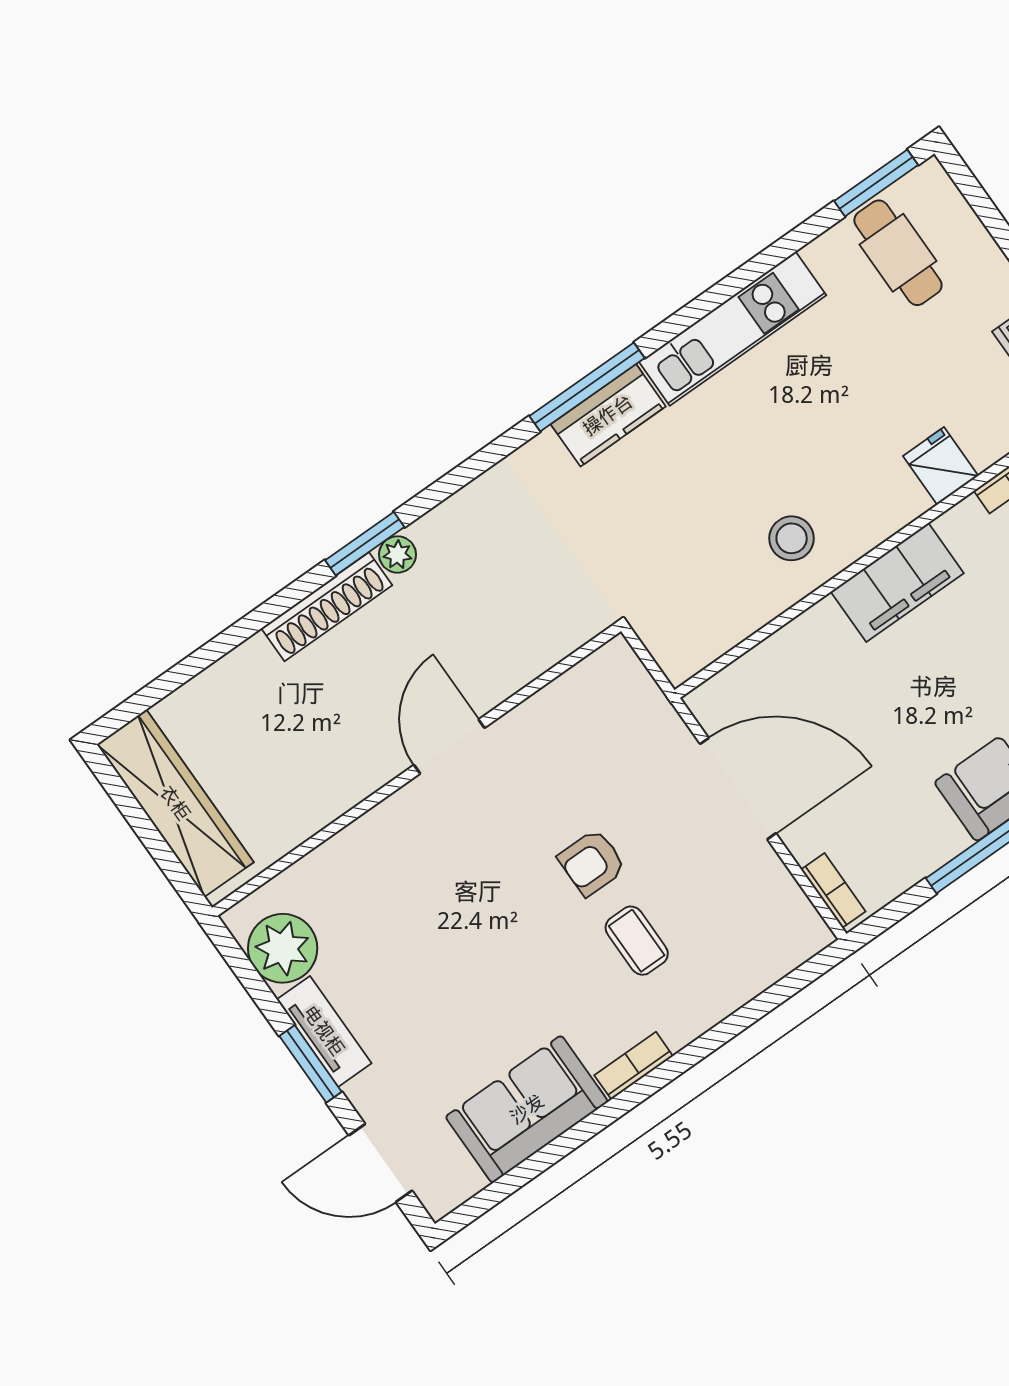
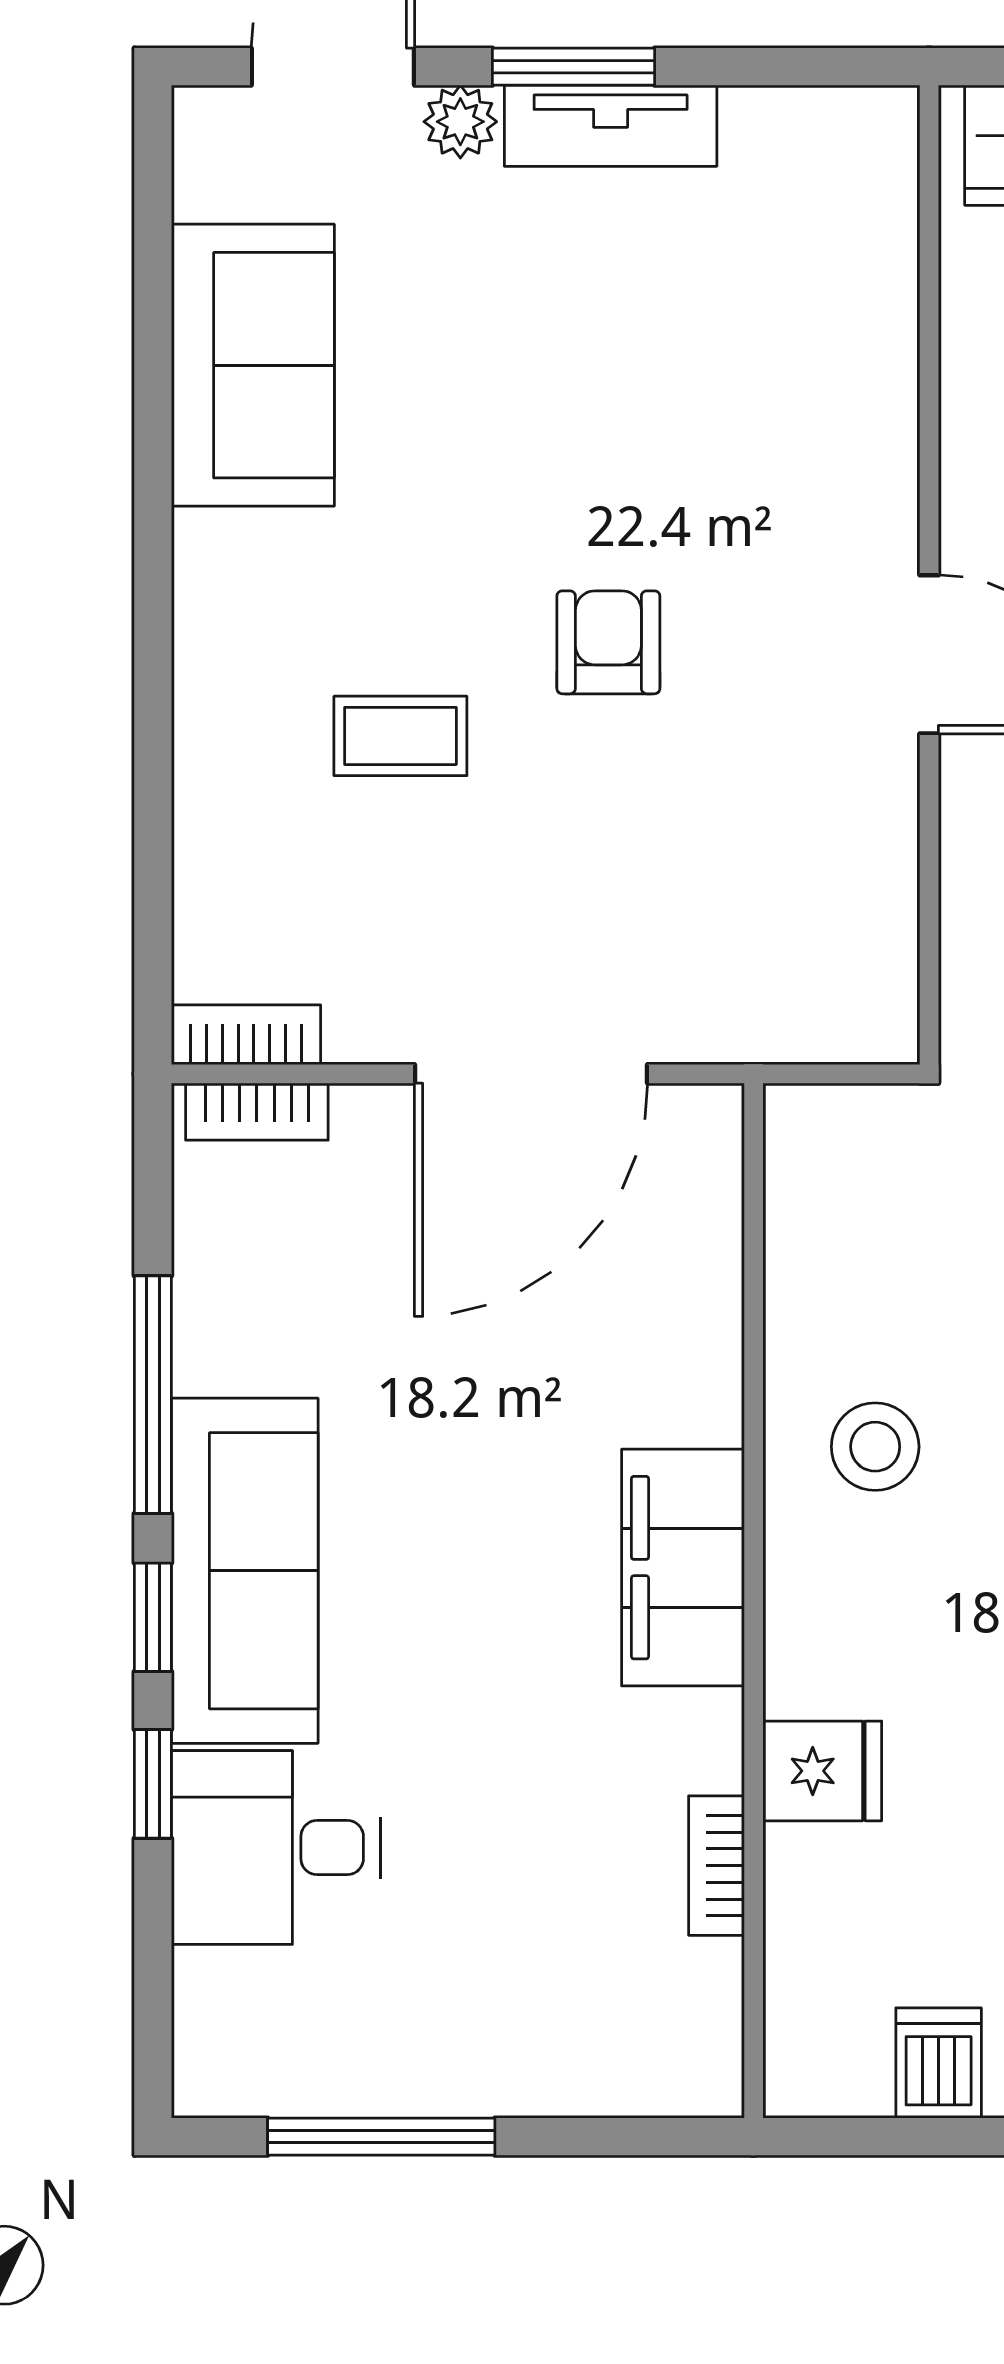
armchair: (592, 863) -> (608, 642), moved
plant: (283, 948) -> (460, 122), moved, width x0.53, depth x0.53
bookcase: (634, 1066) -> (246, 1035), moved, turned -90

